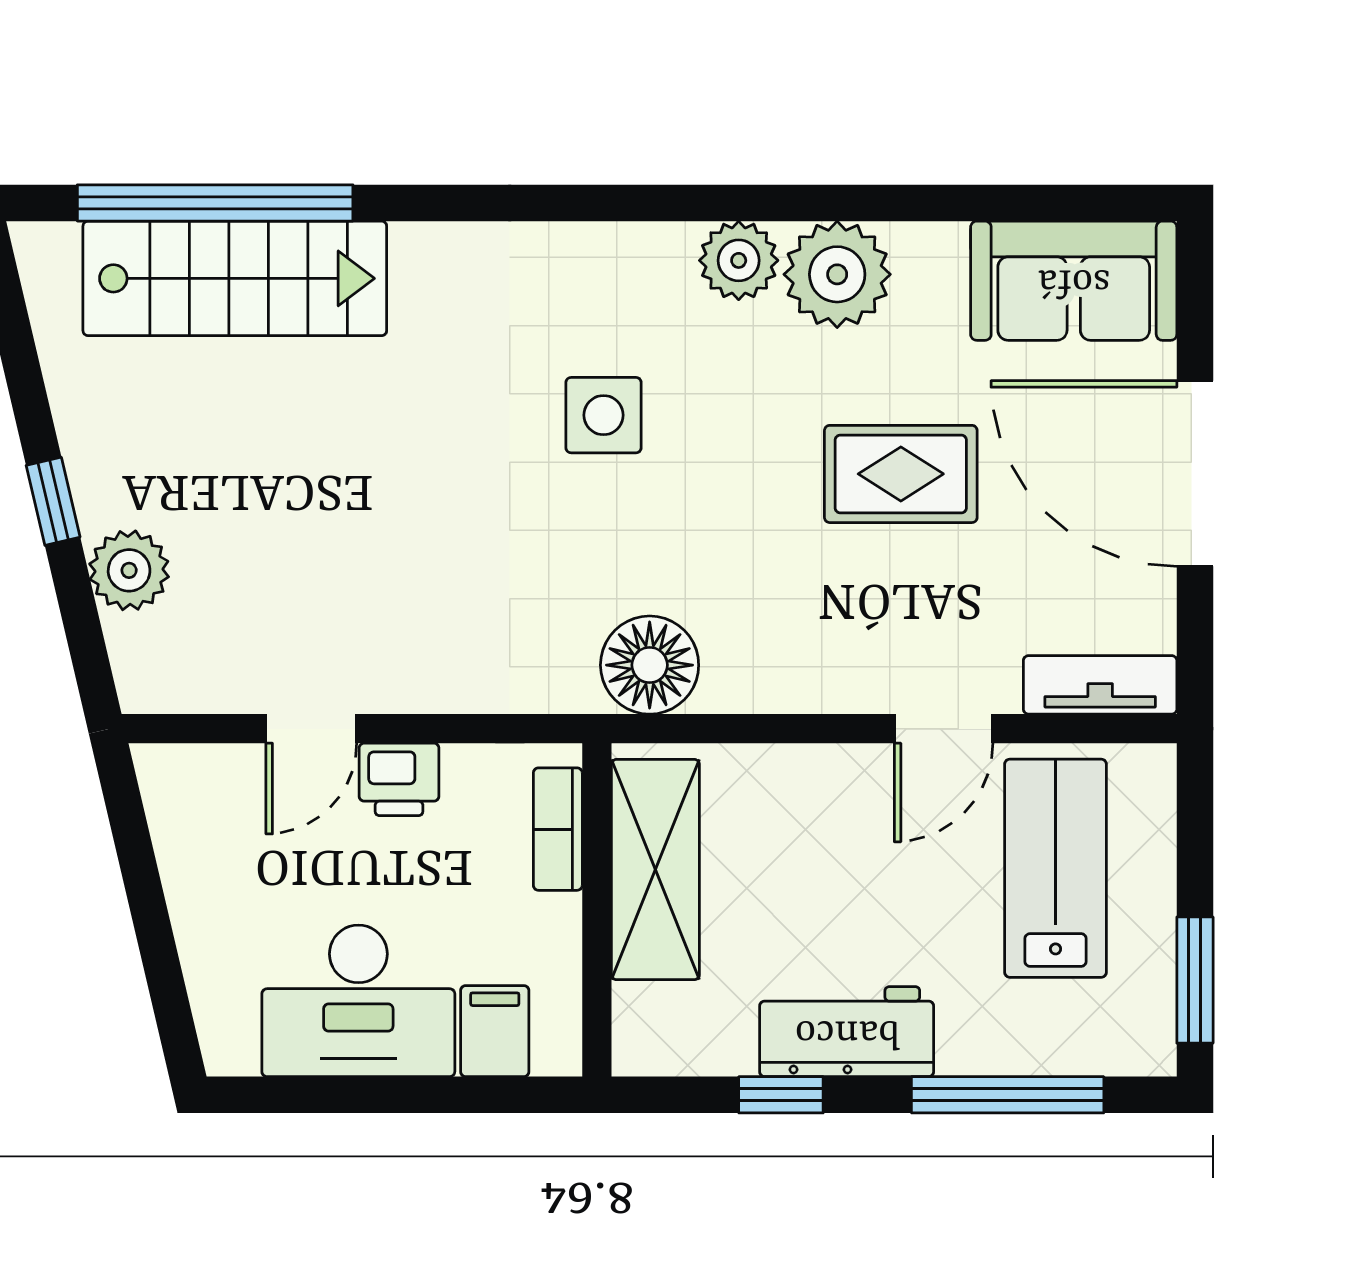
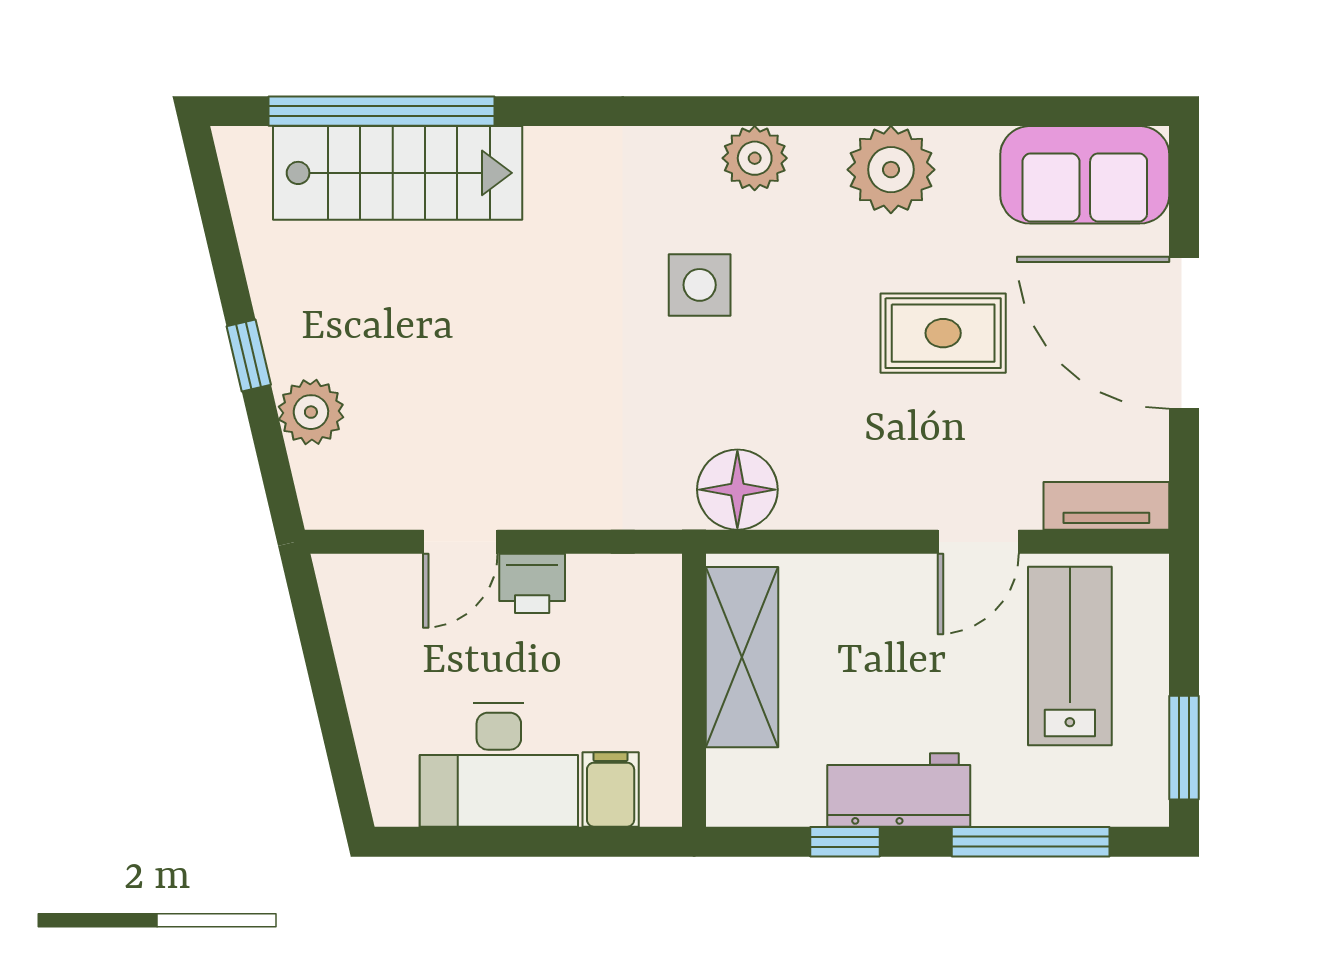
plant: (739, 260) -> (755, 158), moved
bookcase: (558, 829) -> (662, 624), removed

